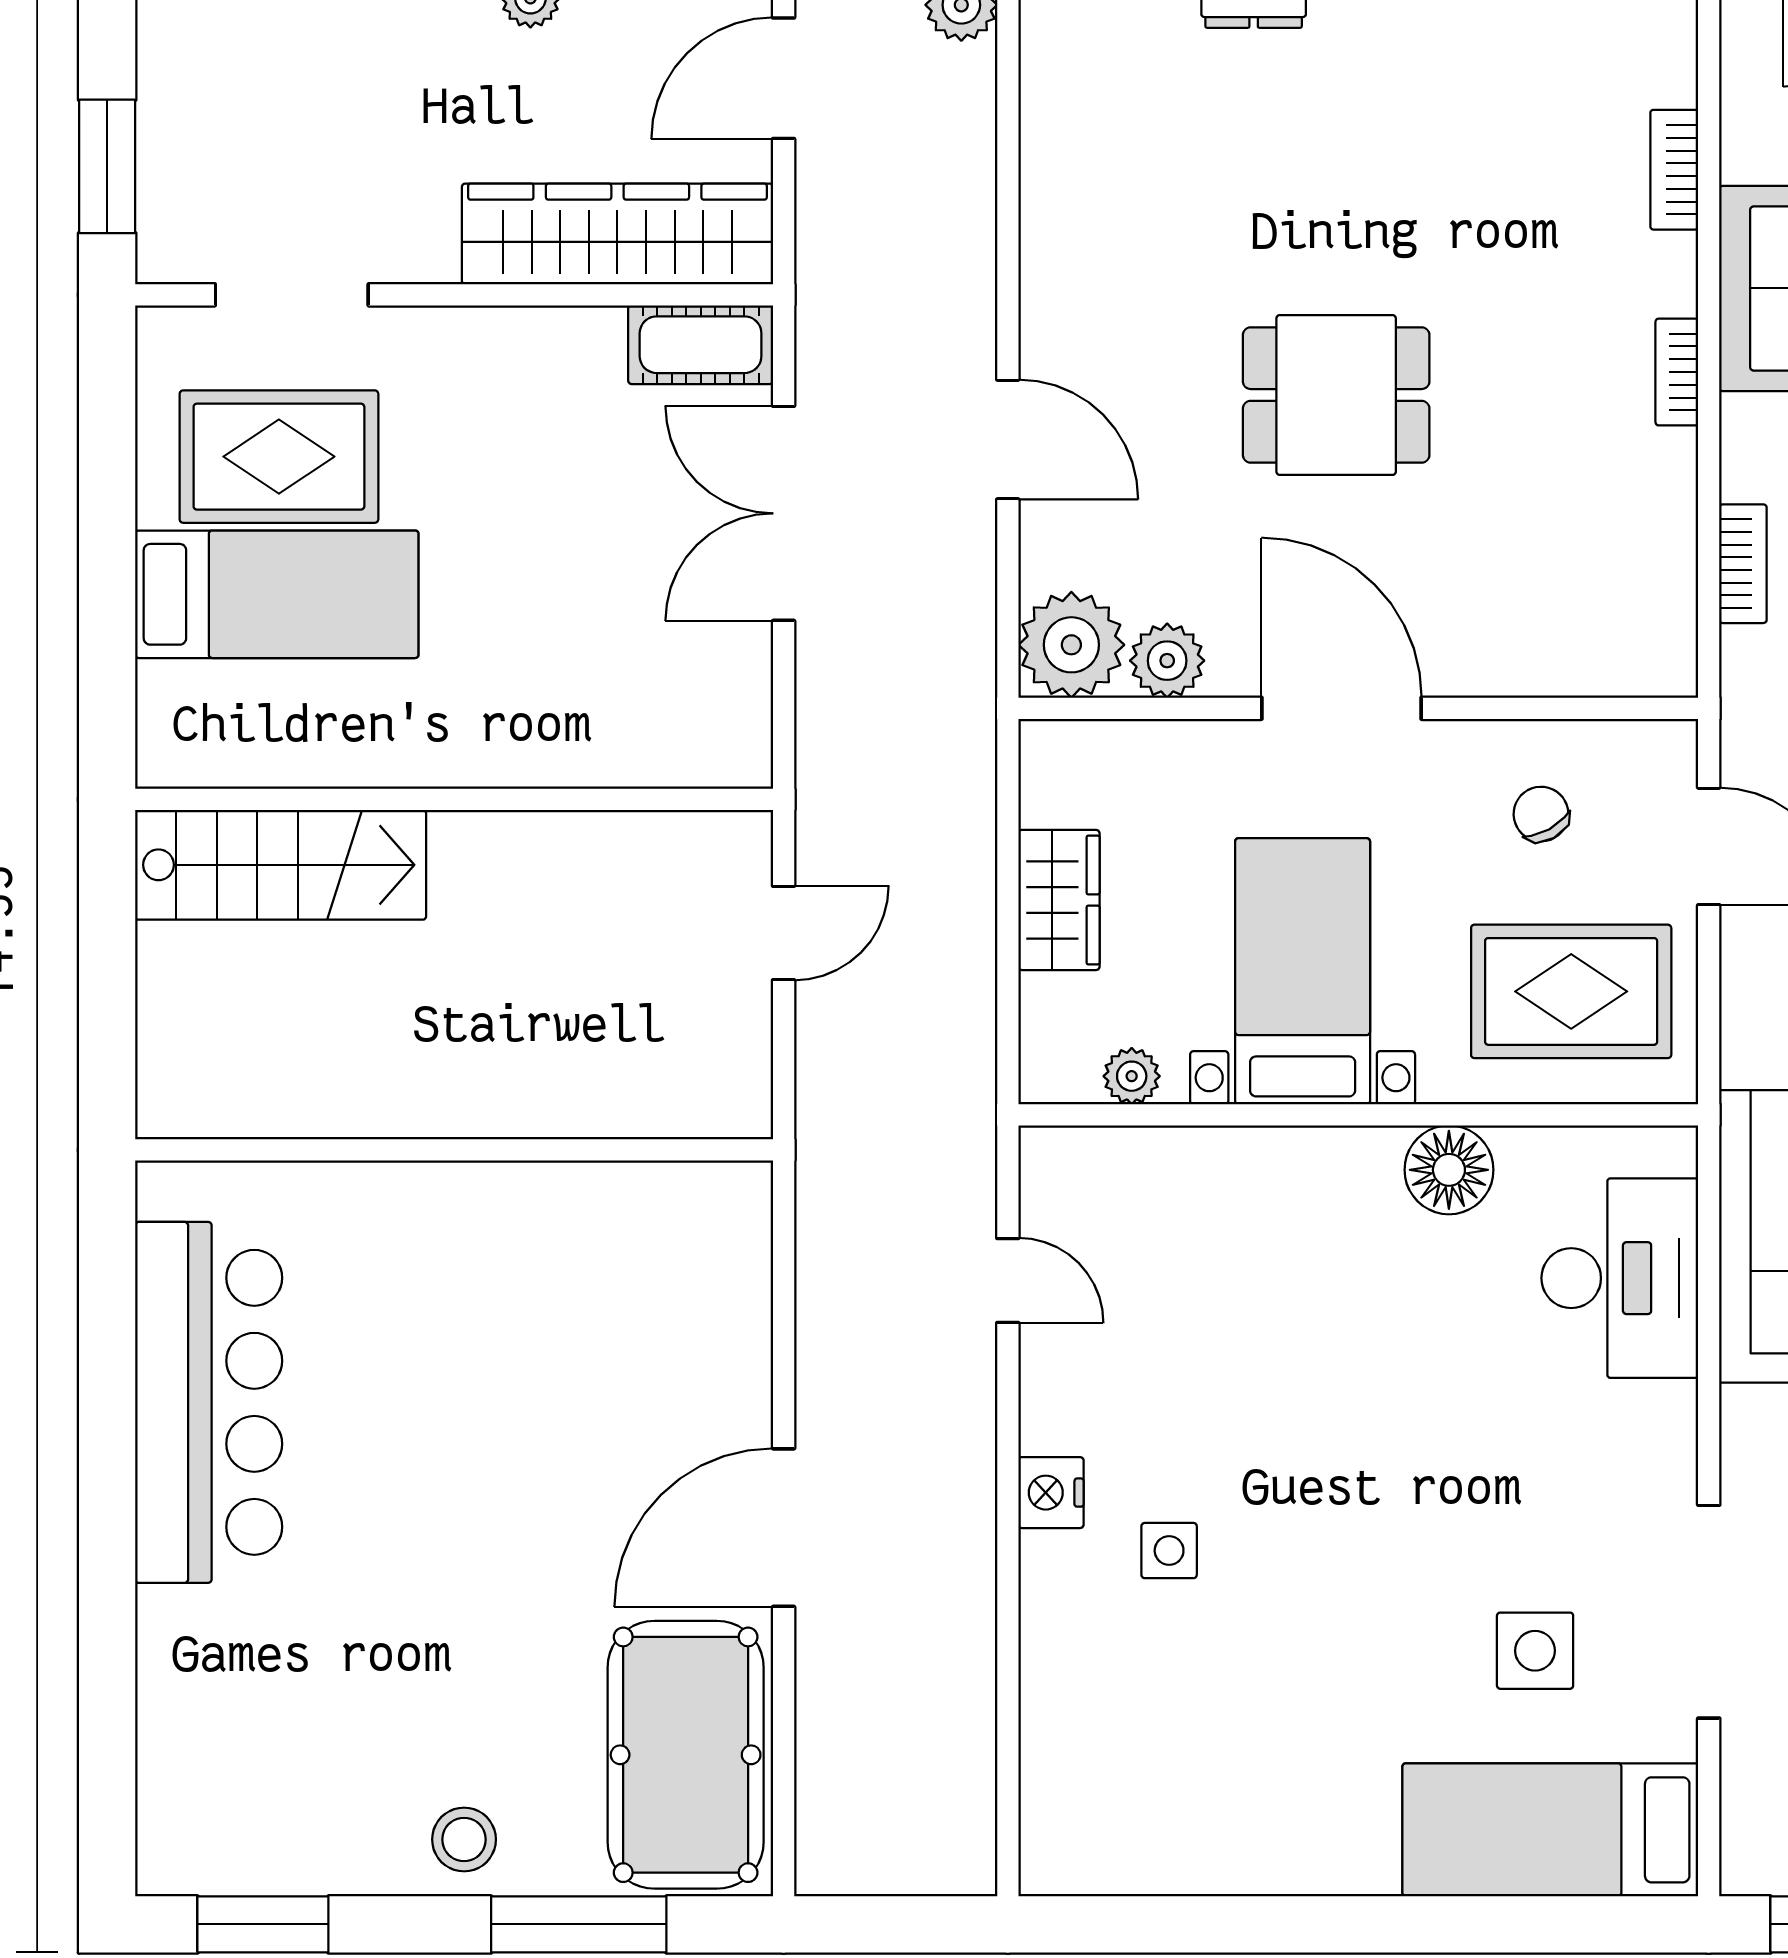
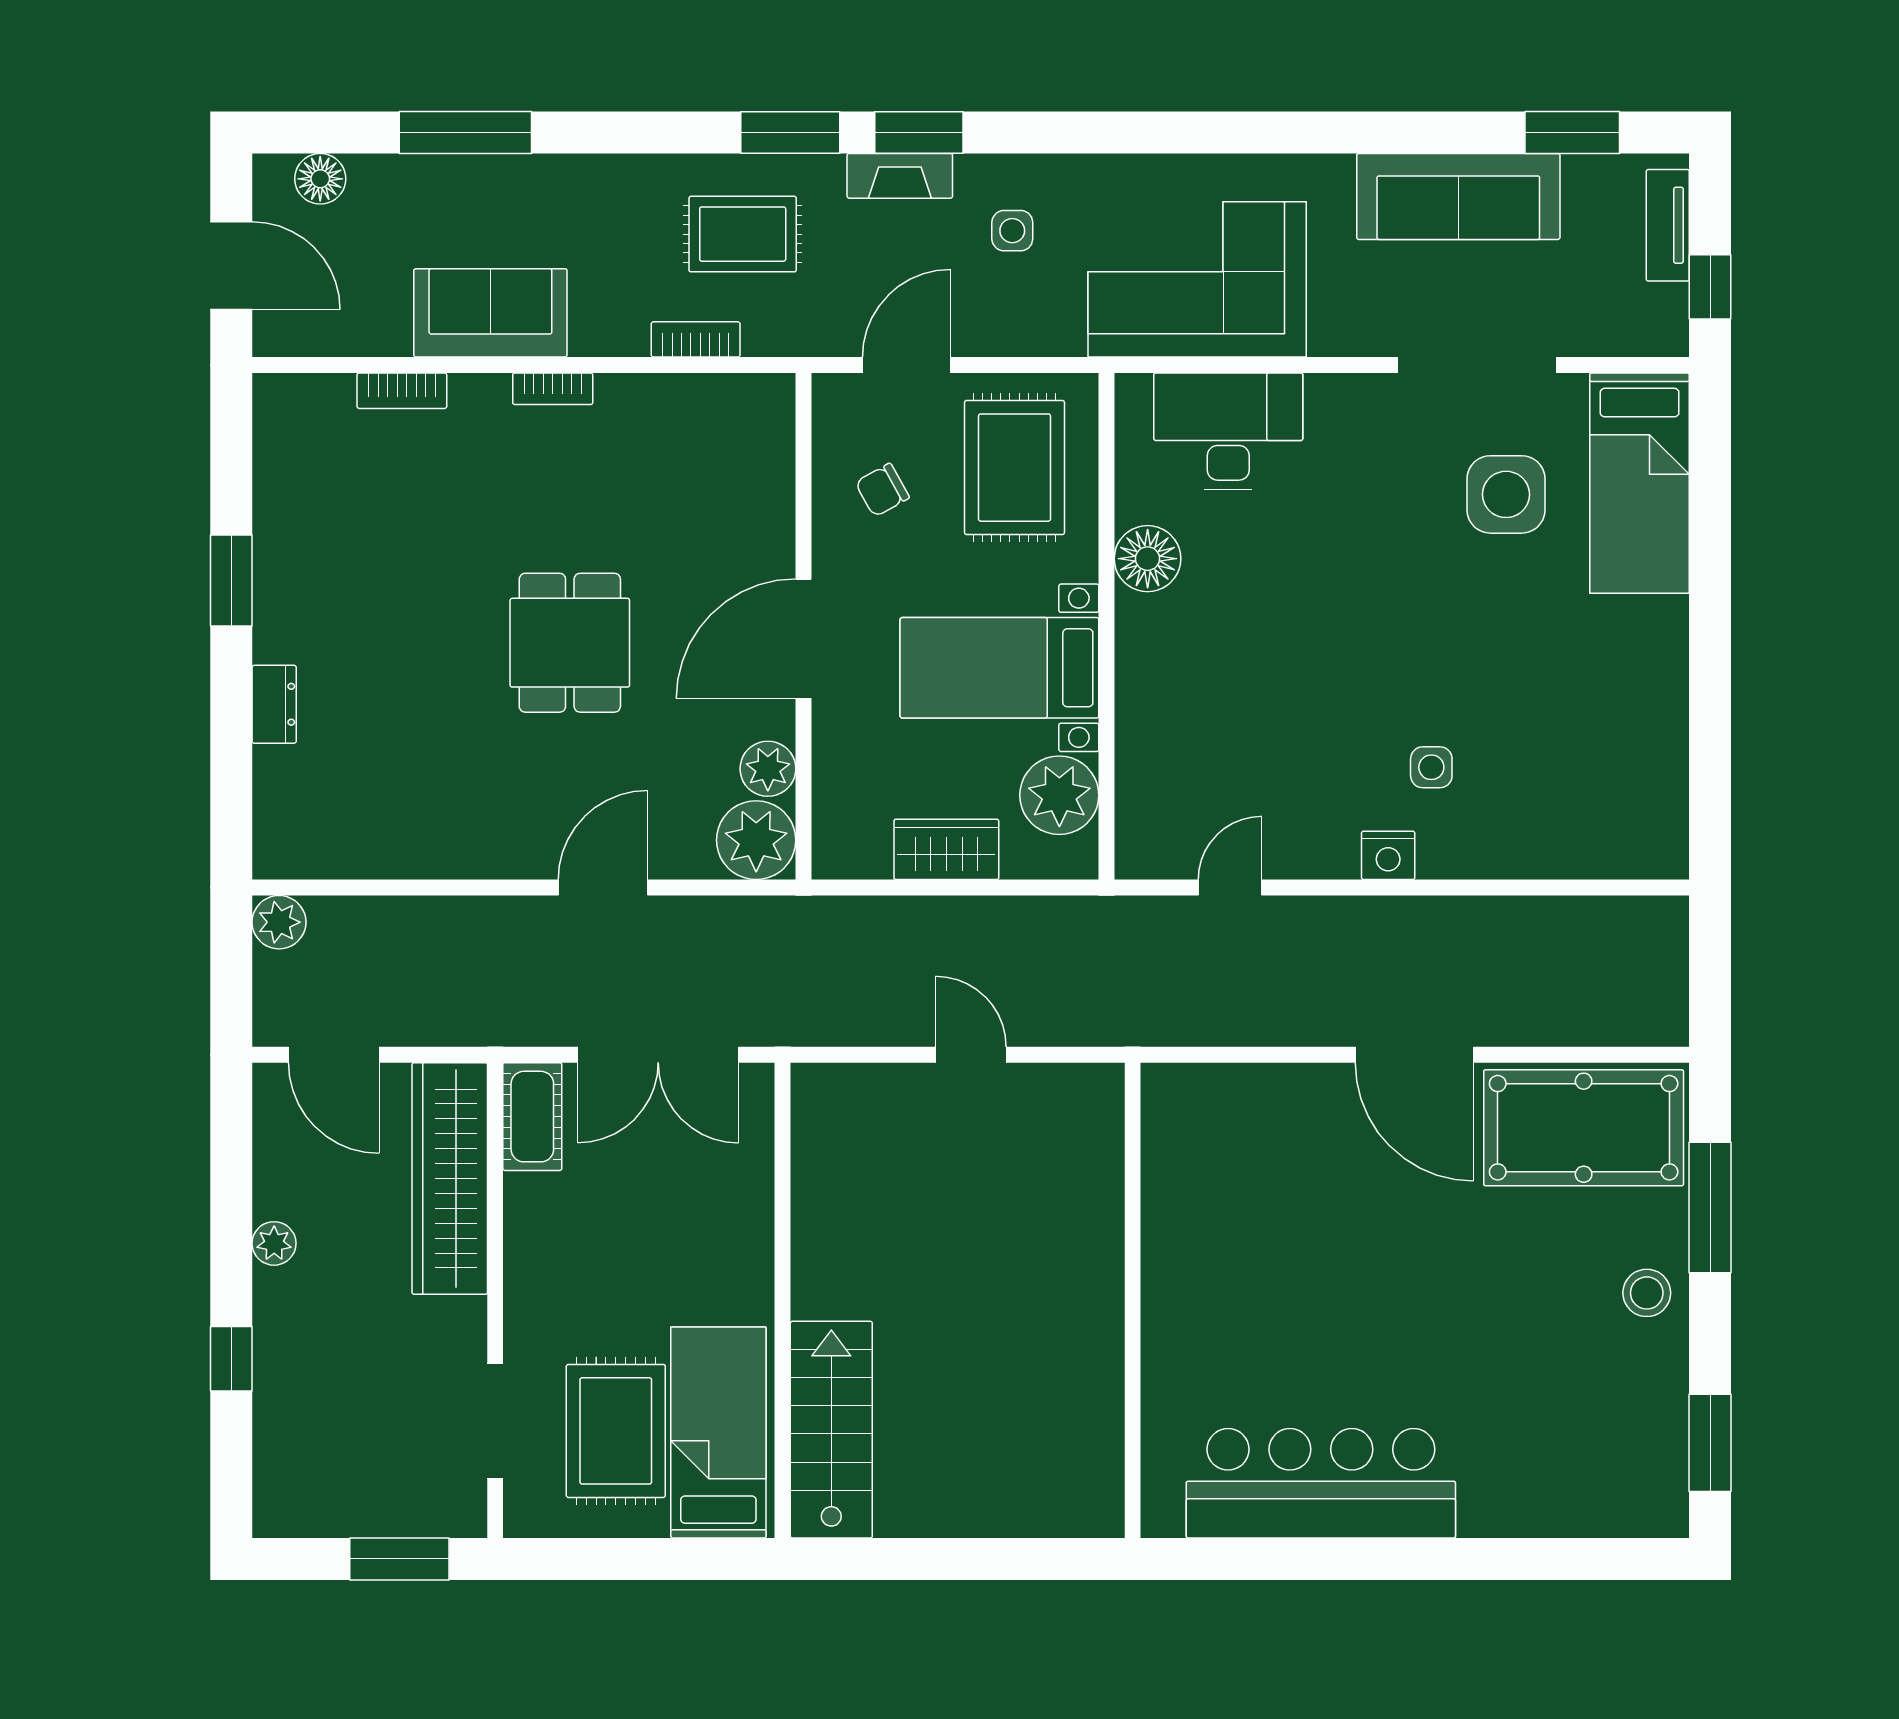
wall: (454, 799) -> (783, 1300), moved
stairs: (281, 865) -> (831, 1430), moved
plant: (1132, 1076) -> (1059, 795), width x1.87, depth x1.87
side table: (1535, 1651) -> (1506, 494), width x1.37, depth x1.37

